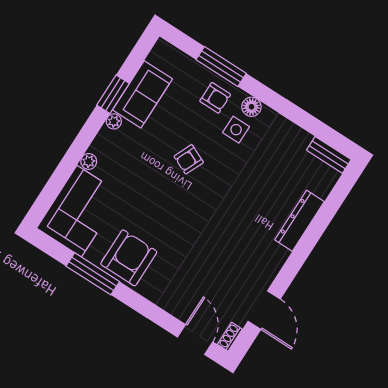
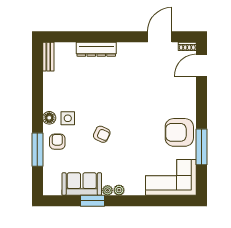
plant: (89, 161) -> (119, 190), moved

